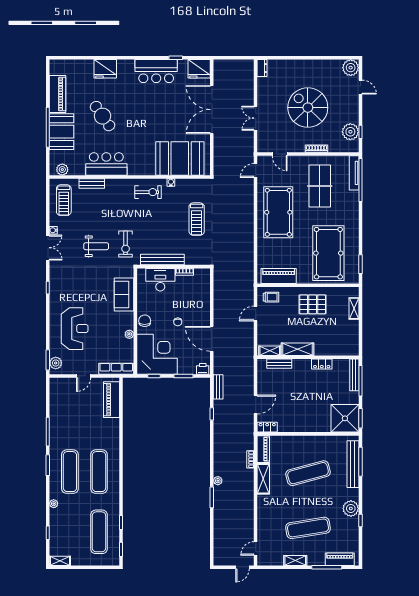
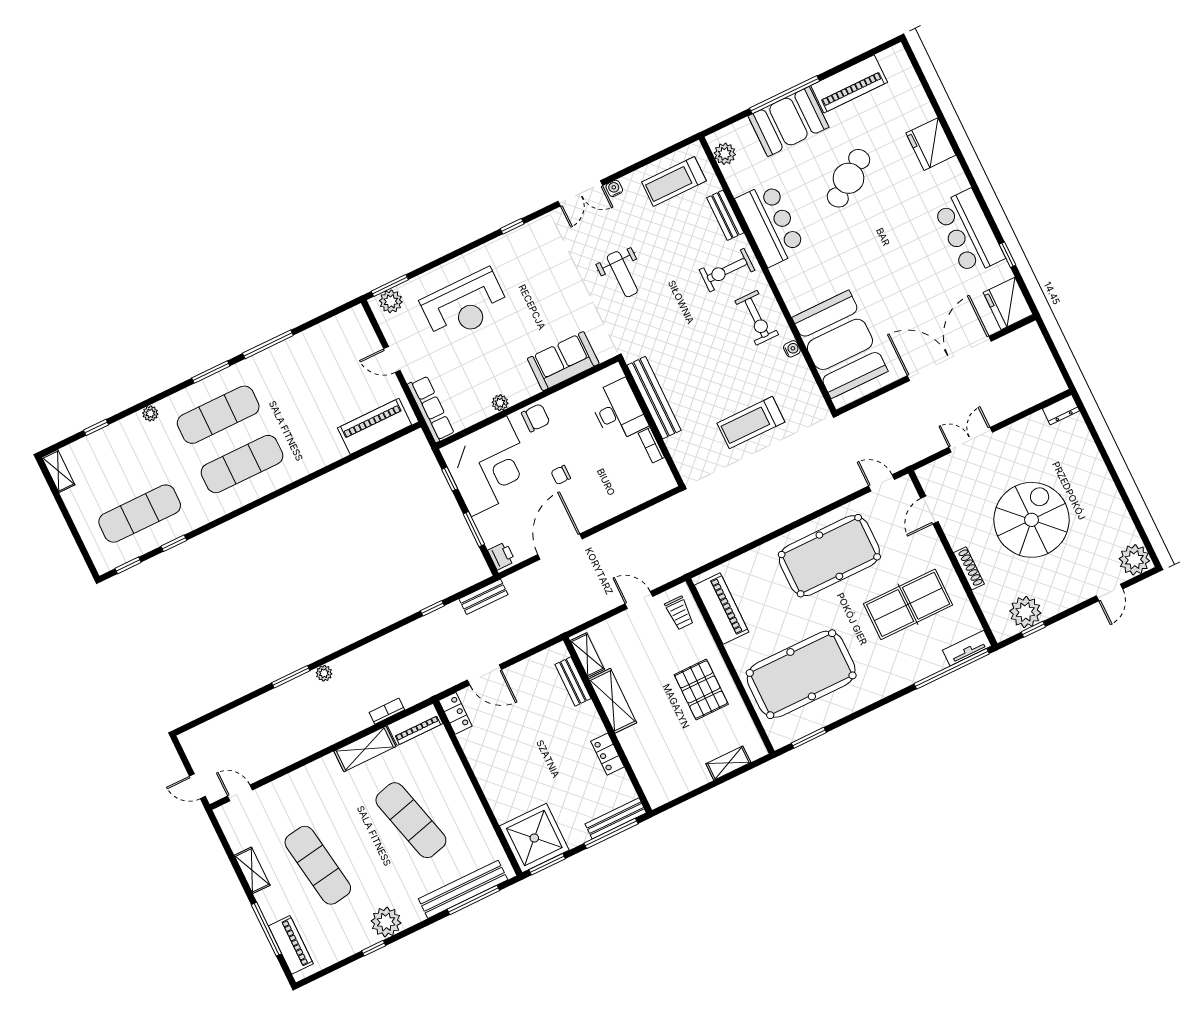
tv unit: (354, 173) -> (967, 648), width x0.71
exercise bike: (126, 244) -> (727, 270), moved

